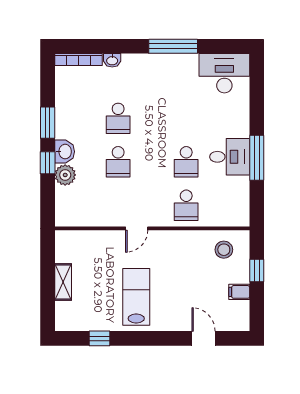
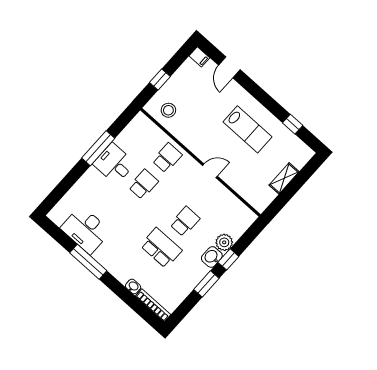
desk: (224, 73) -> (86, 230), moved
school desk: (118, 118) -> (161, 248), width x1.85
filing cabinet: (239, 292) -> (199, 57), moved
lab bench: (136, 297) -> (248, 129), turned -90

